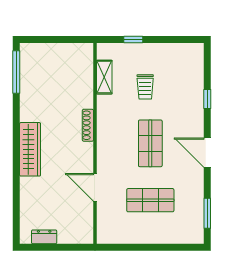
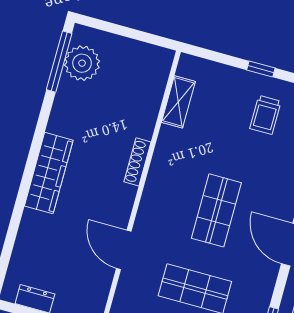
window: (133, 39) -> (261, 69), moved
plant: (32, 69) -> (82, 63), added
trolley: (145, 87) -> (265, 115), moved

